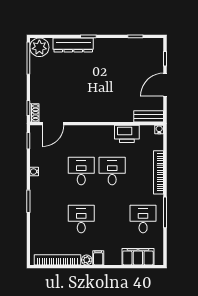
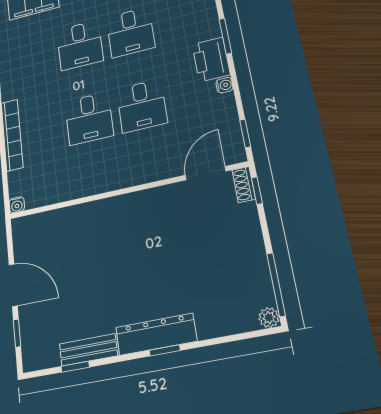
dresser: (73, 45) -> (156, 334), moved
plant: (39, 47) -> (269, 318), width x0.53, depth x0.53
door: (165, 85) -> (13, 285), hinge flipped
bench: (149, 116) -> (88, 350), moved
printer: (127, 134) -> (211, 59), moved, turned -90
desk: (143, 219) -> (80, 45), moved

